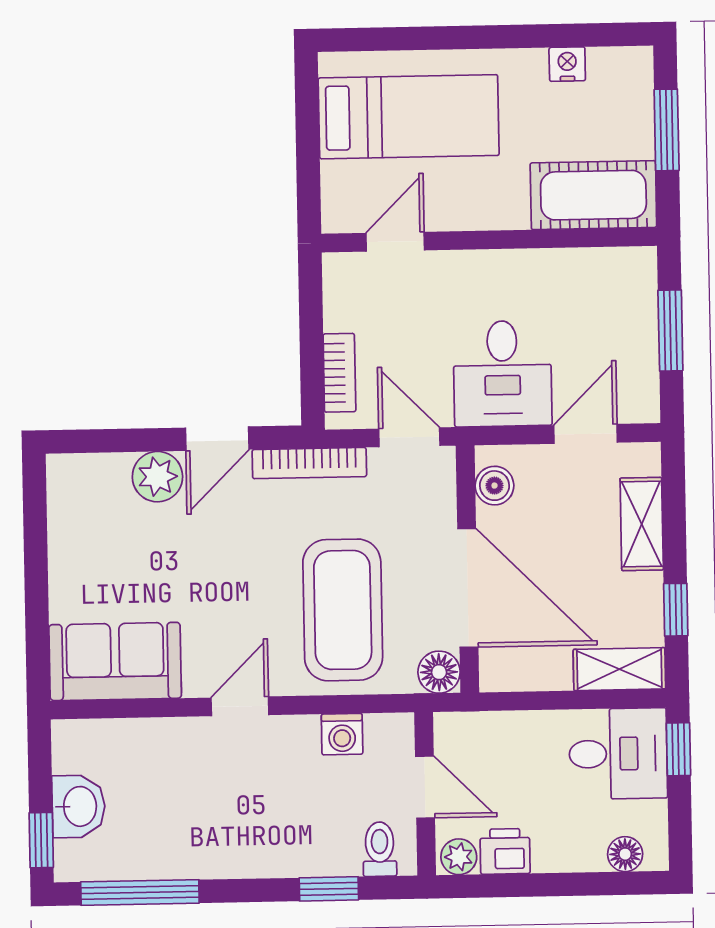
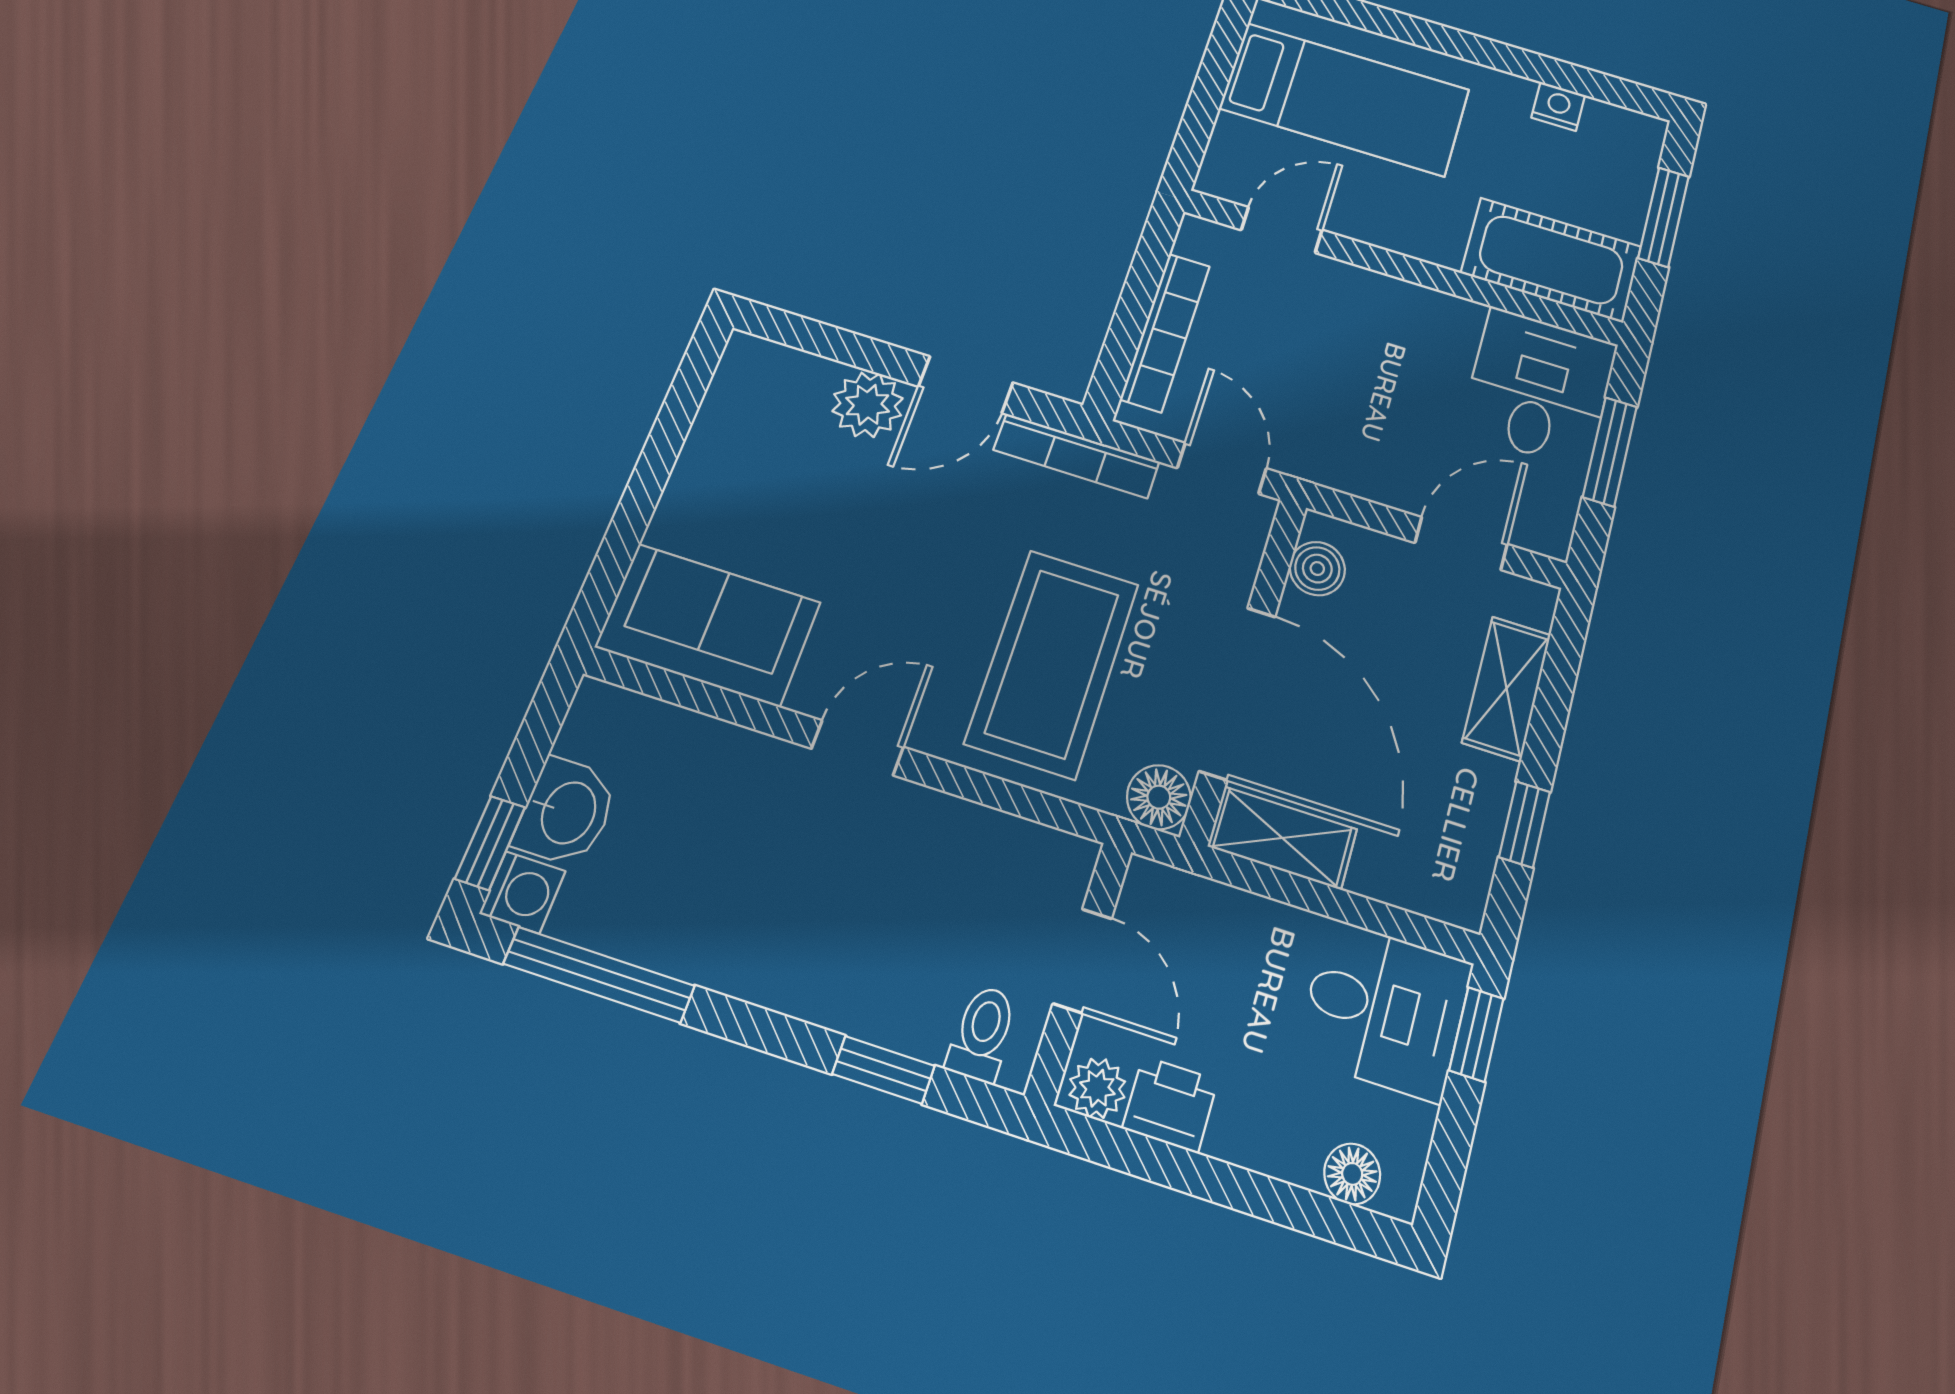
bookcase: (339, 373) -> (1165, 332), width x1.56
desk: (502, 374) -> (1539, 388), moved, turned 180
shelving: (619, 669) -> (1282, 838), moved
washing machine: (342, 734) -> (522, 892), moved, turned -90

